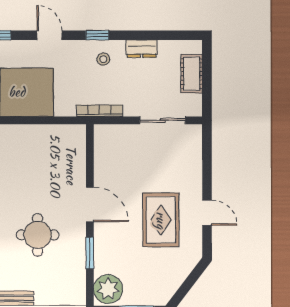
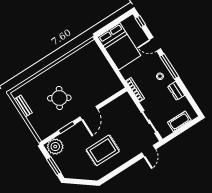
door: (49, 35) -> (155, 44), swing flipped
window: (97, 35) -> (169, 66), width x2.17
door: (207, 213) -> (149, 151), moved
round table: (38, 235) -> (59, 98), turned 31

